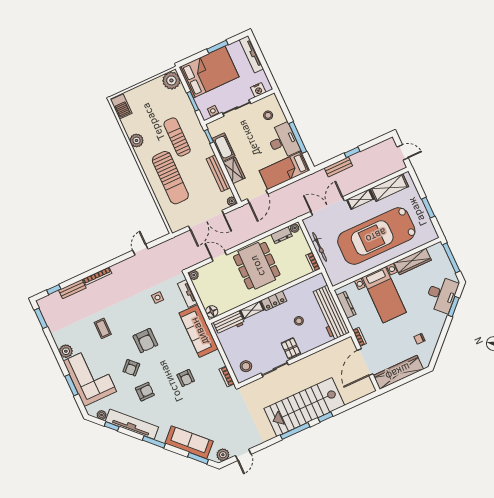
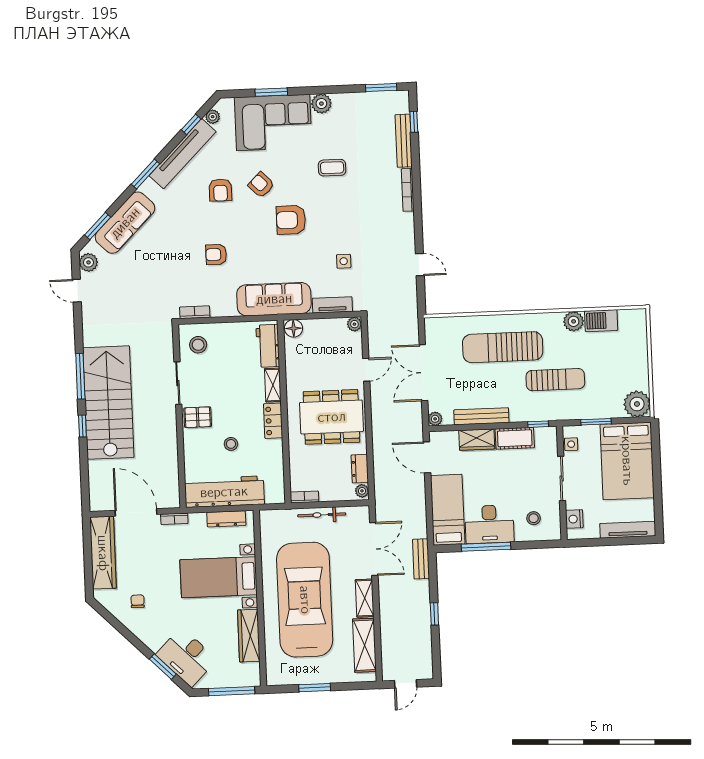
window: (217, 47) -> (657, 487), removed
barbecue: (121, 107) -> (601, 321), moved
bench: (338, 167) -> (421, 559), moved
bench: (72, 289) -> (404, 141), width x1.36

